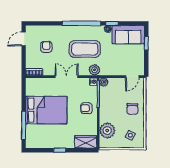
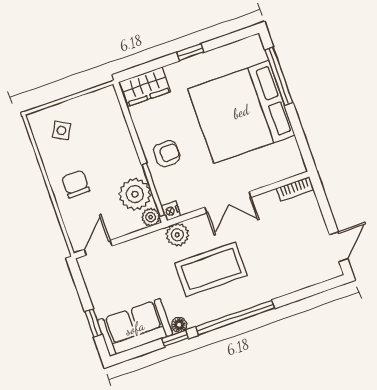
armchair: (46, 47) -> (288, 247), removed
bed: (46, 110) -> (241, 112), width x1.36
plant: (107, 130) -> (135, 194), moved

